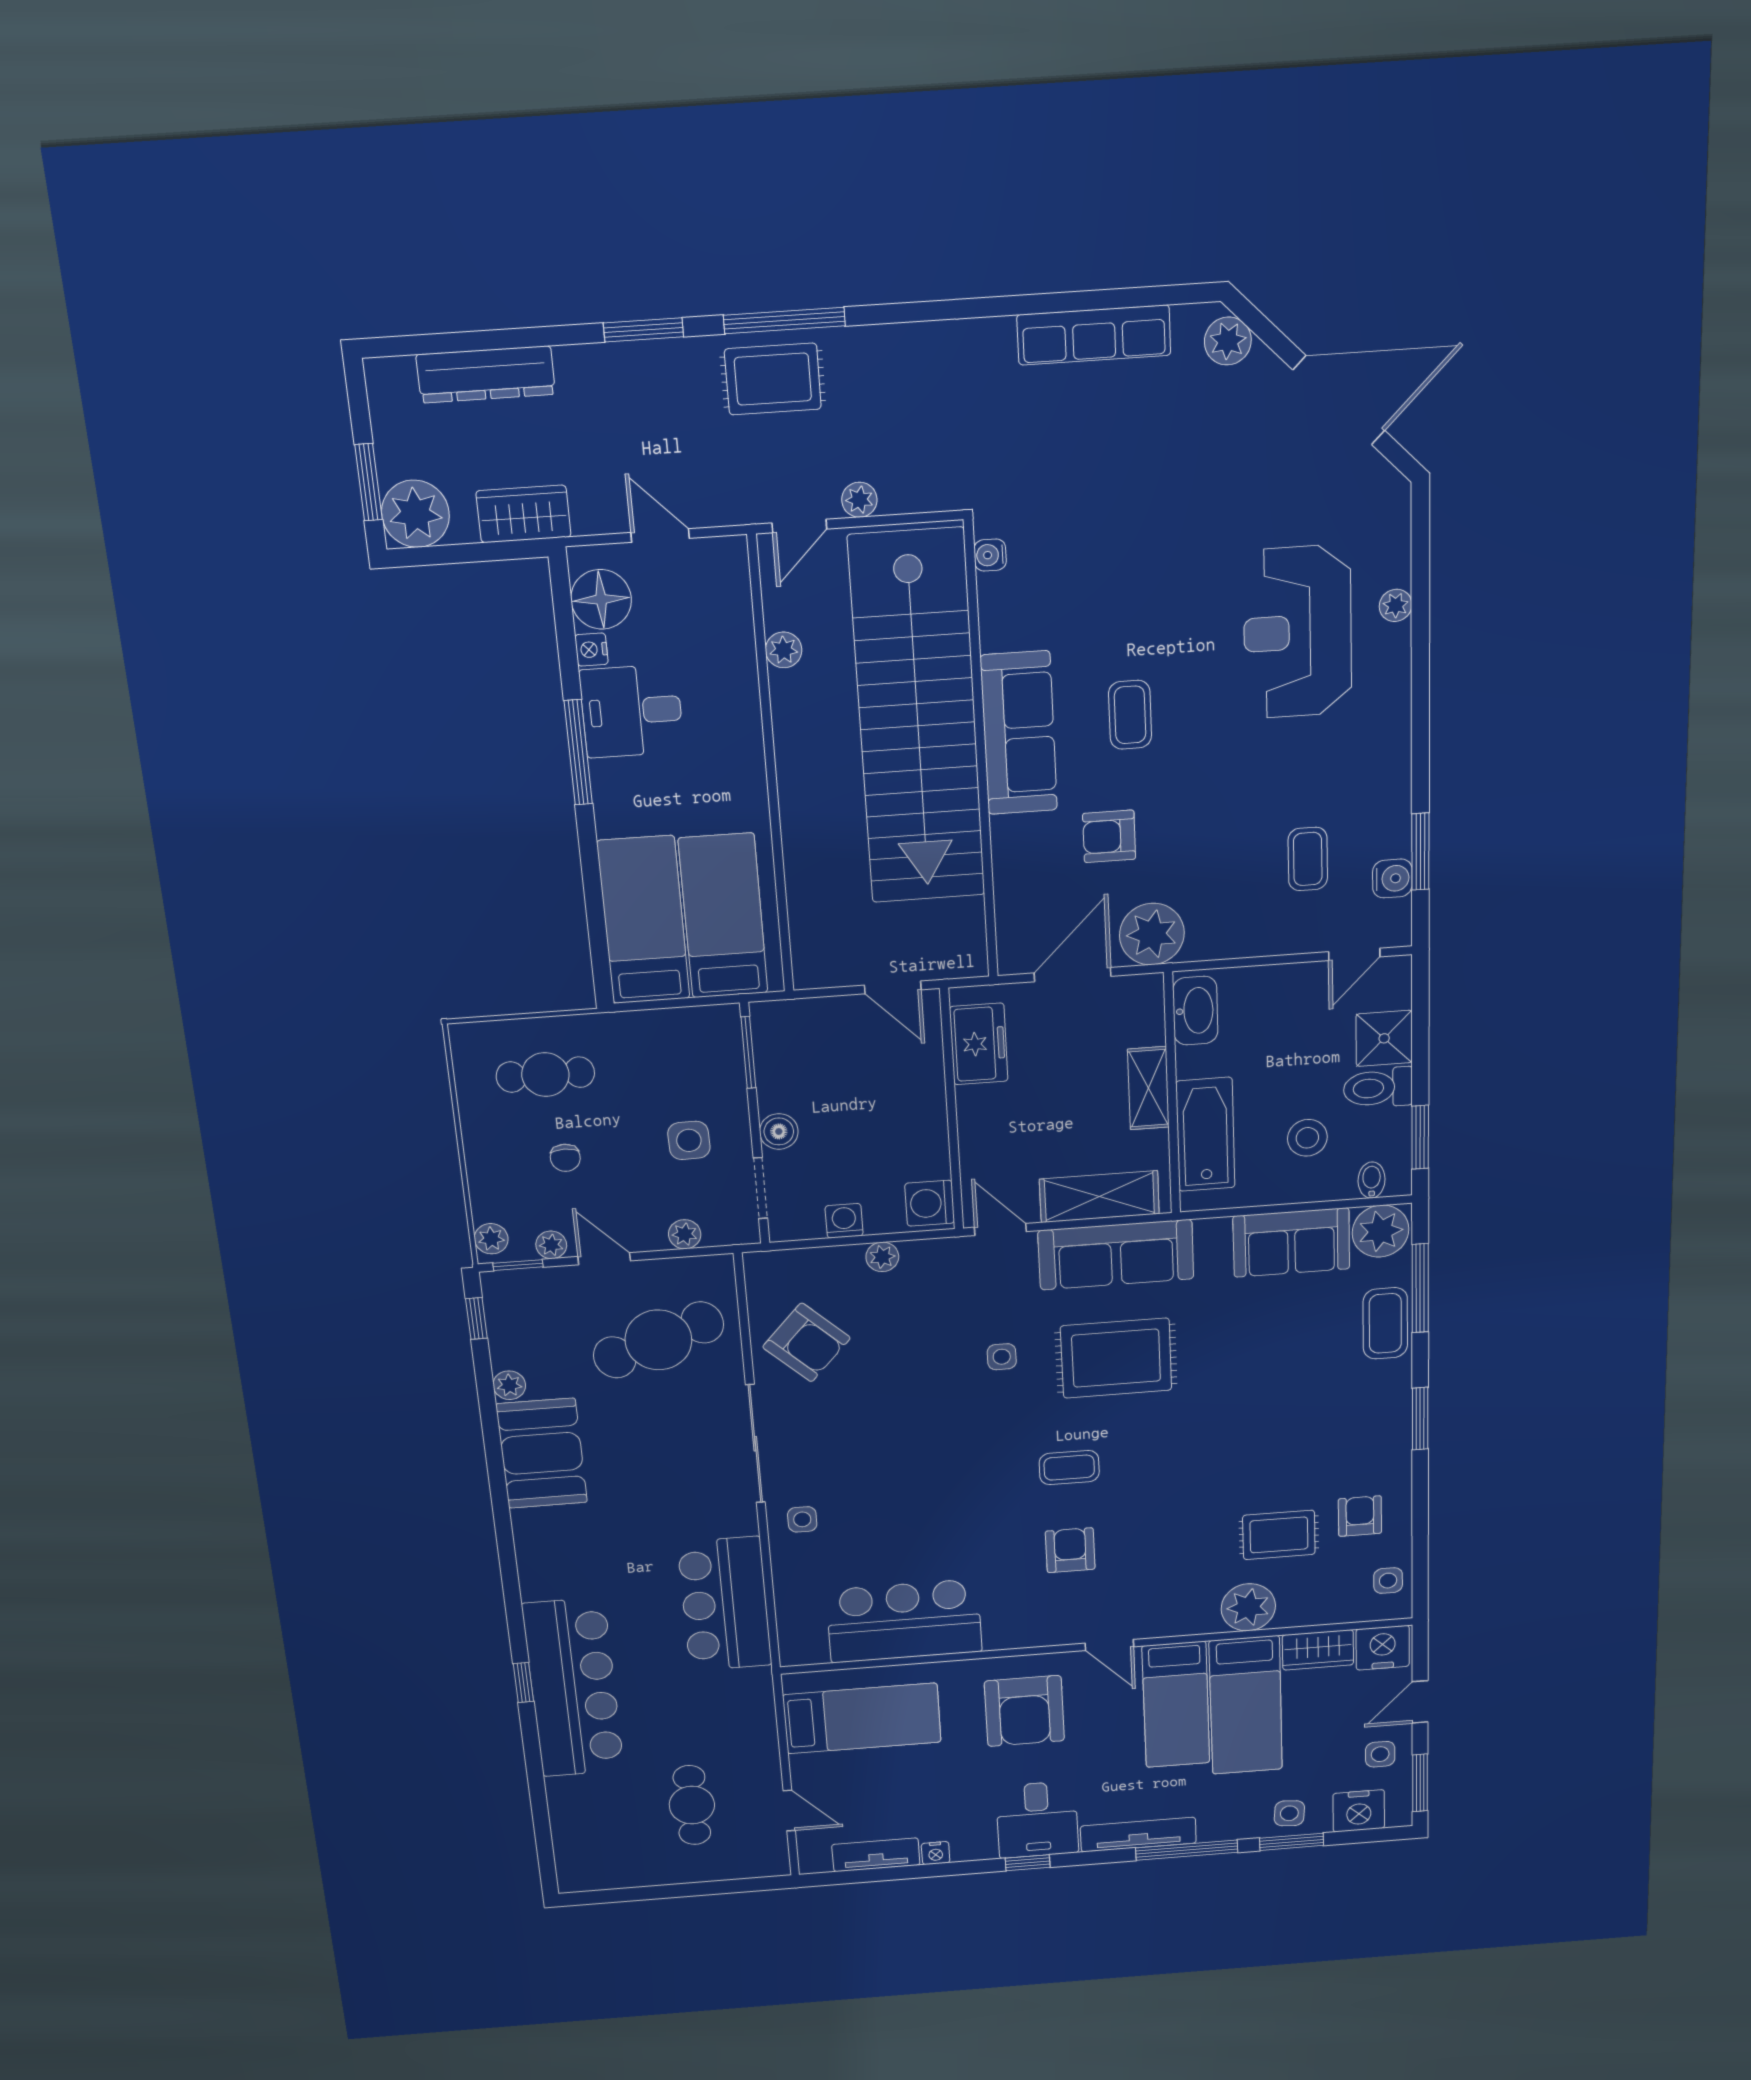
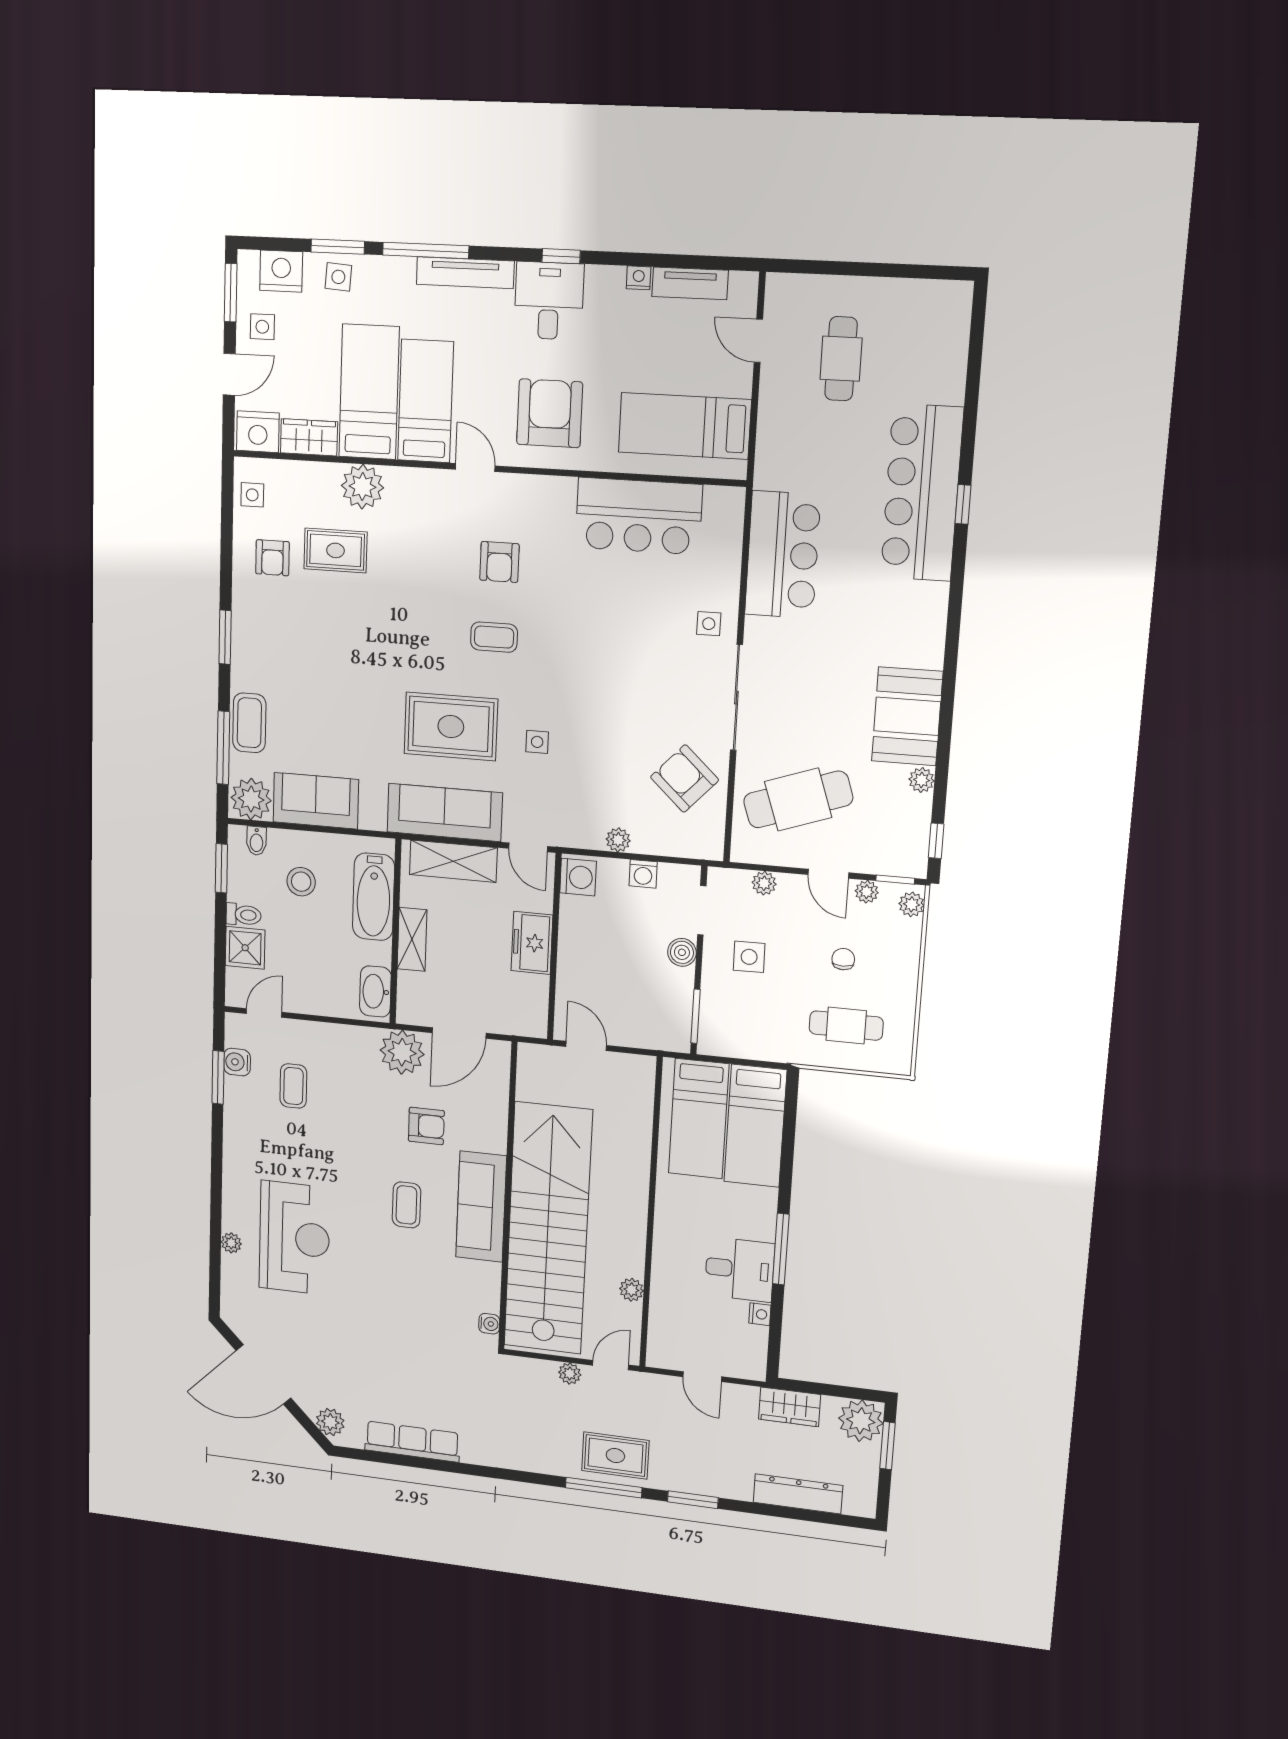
floor lamp: (601, 599) -> (748, 1345), removed
freezer: (979, 1044) -> (532, 943), moved
toilet: (1378, 1088) -> (244, 915), width x0.73, depth x0.72

